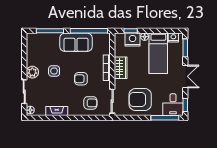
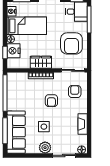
sofa: (76, 42) -> (16, 132), moved, width x1.36

